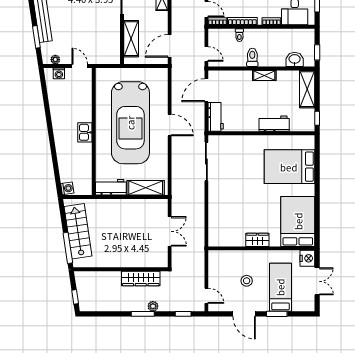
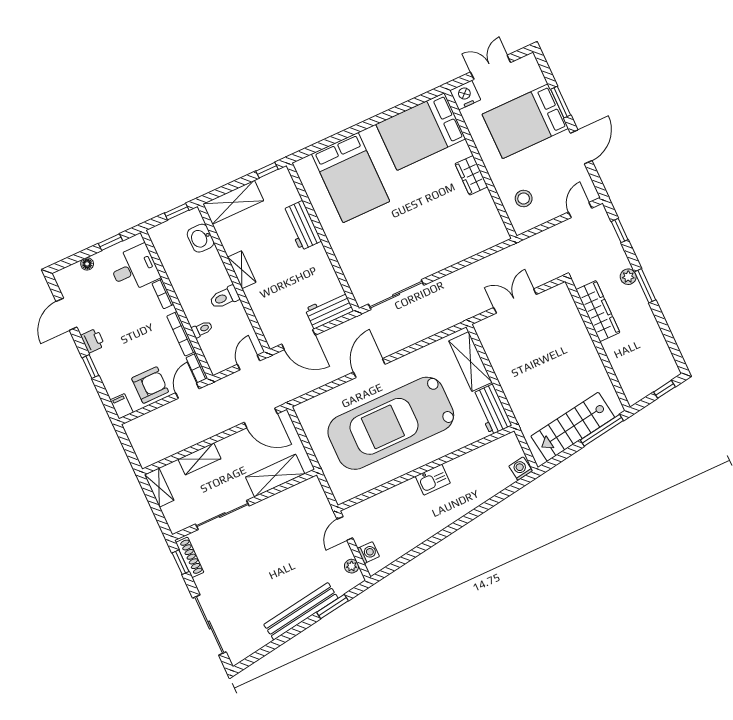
car: (130, 123) -> (391, 423), turned 180
stool: (247, 281) -> (524, 198), moved
bed: (280, 287) -> (525, 121), width x1.50

